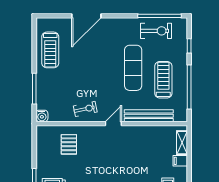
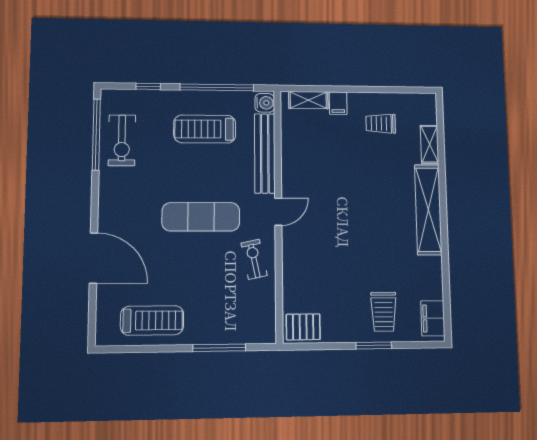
exercise bike: (156, 31) -> (122, 140), turned 180
exercise mat: (133, 68) -> (201, 217), moved
water cooler: (42, 116) -> (265, 103), moved
door: (113, 124) -> (278, 212), swing flipped
pallet: (69, 144) -> (303, 327), moved

